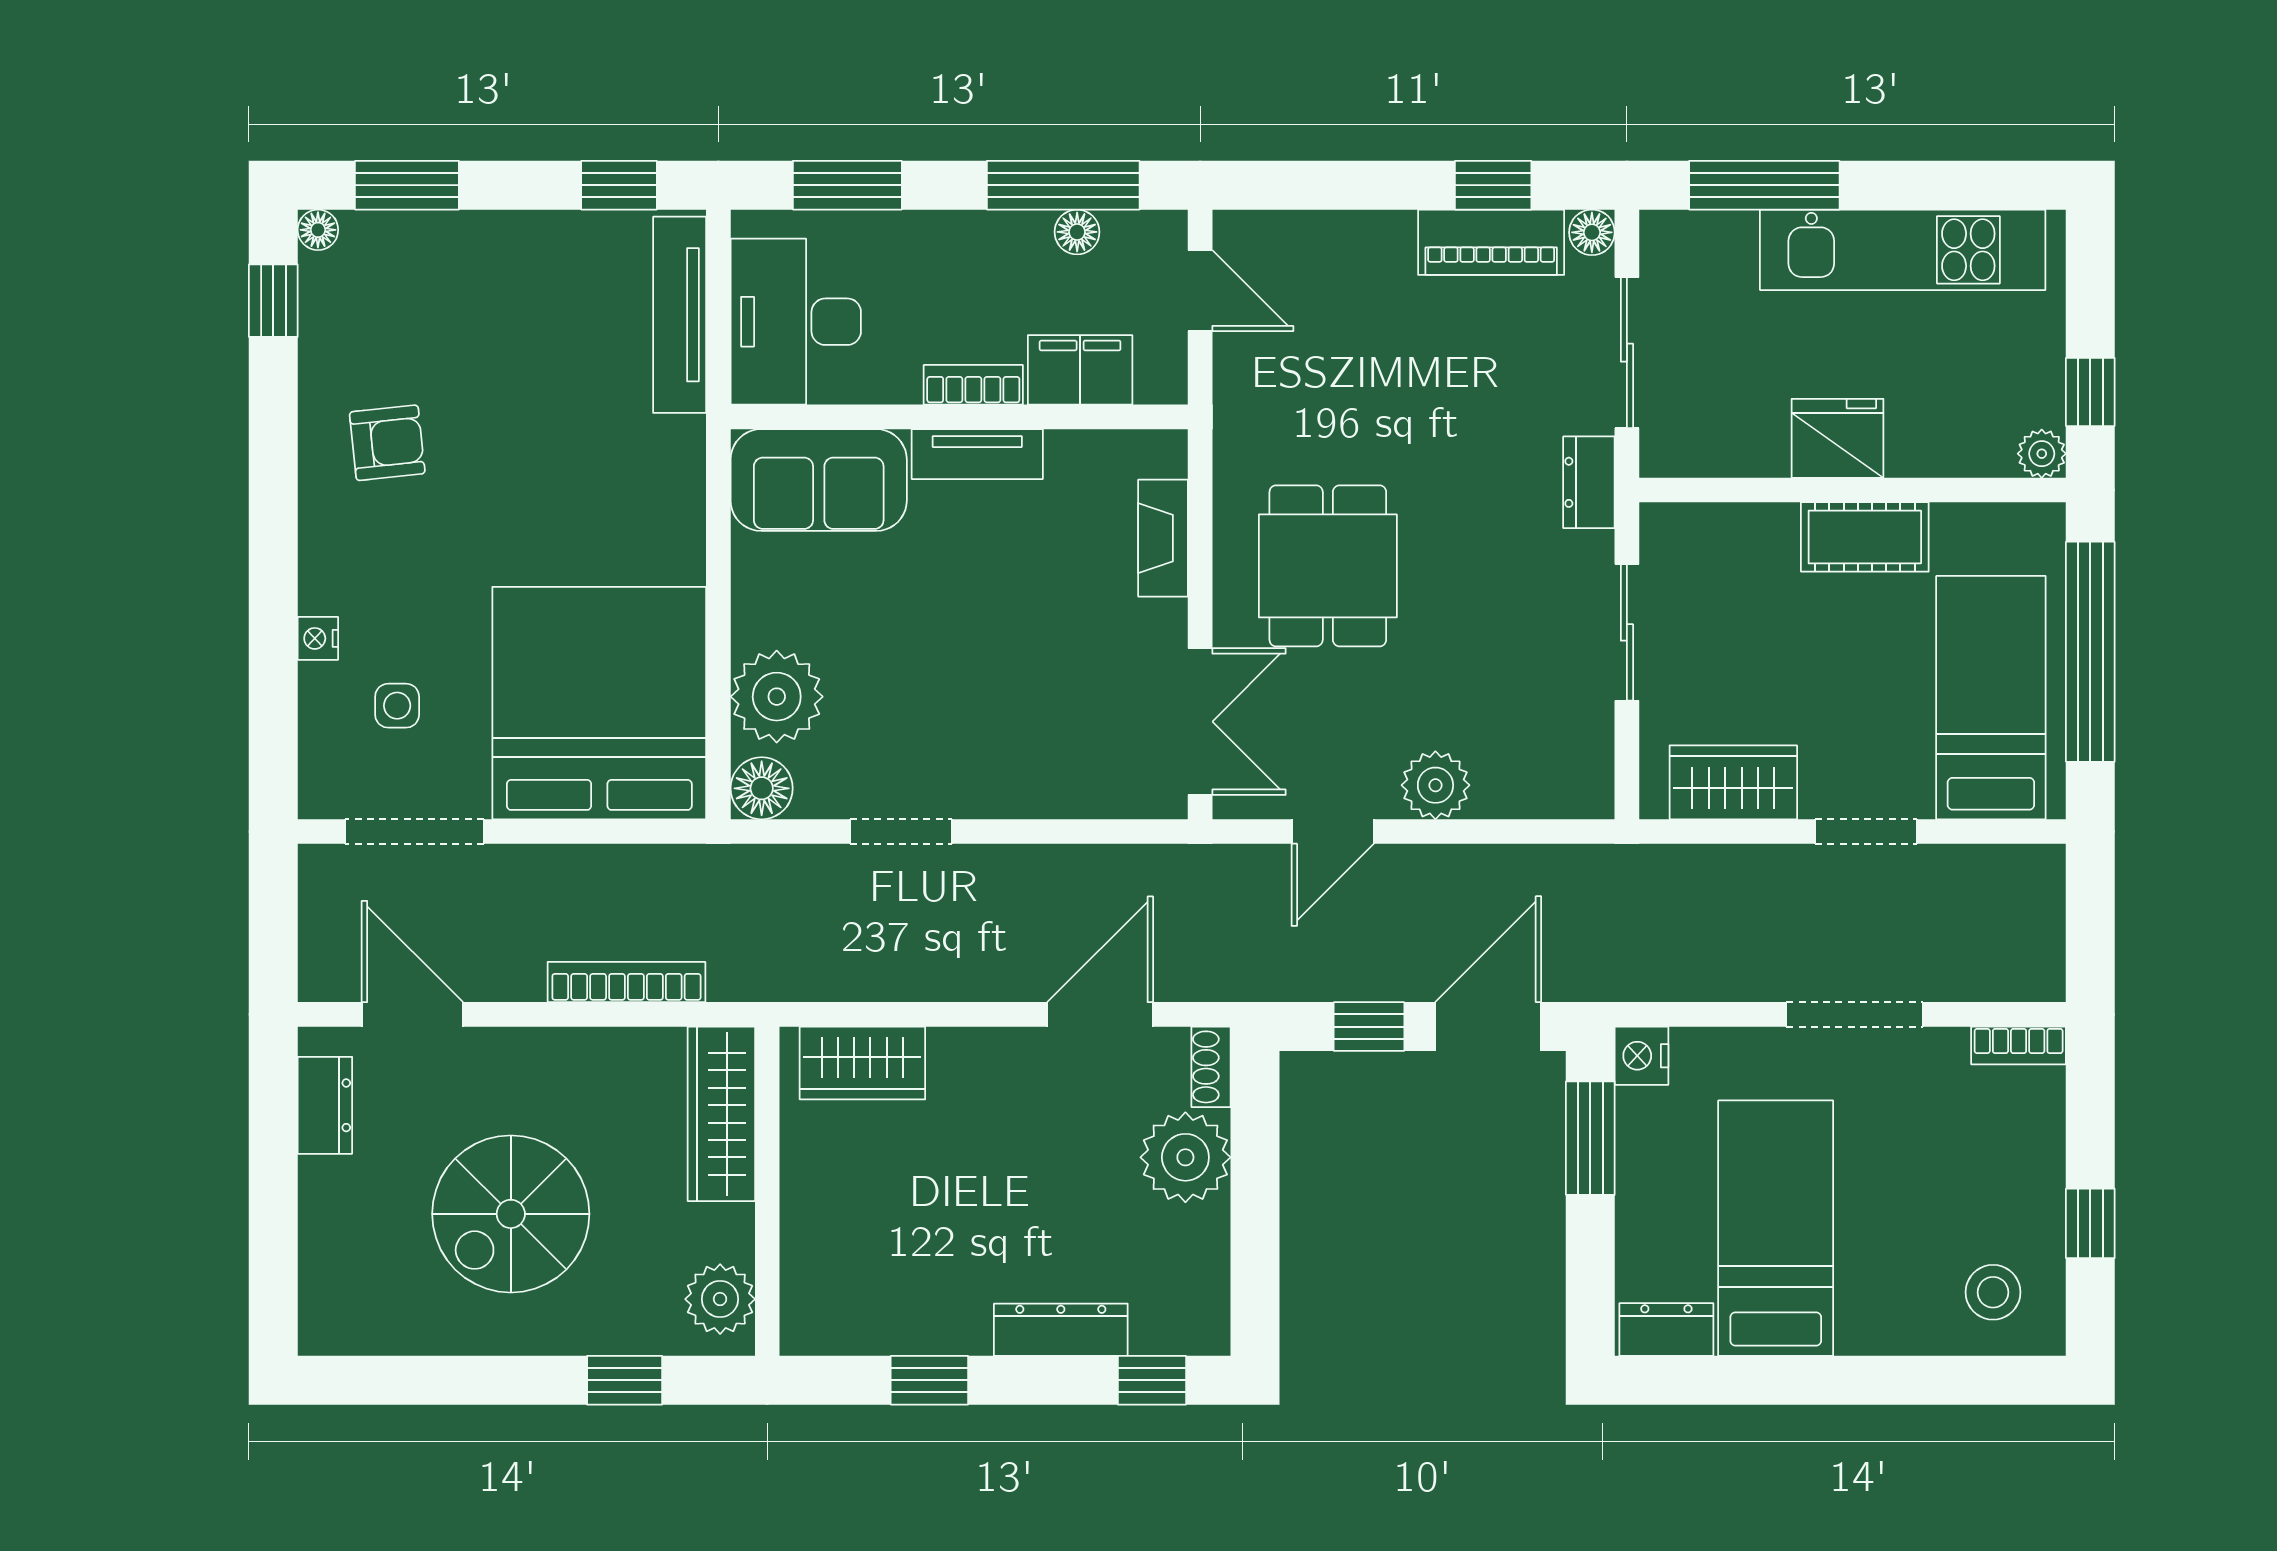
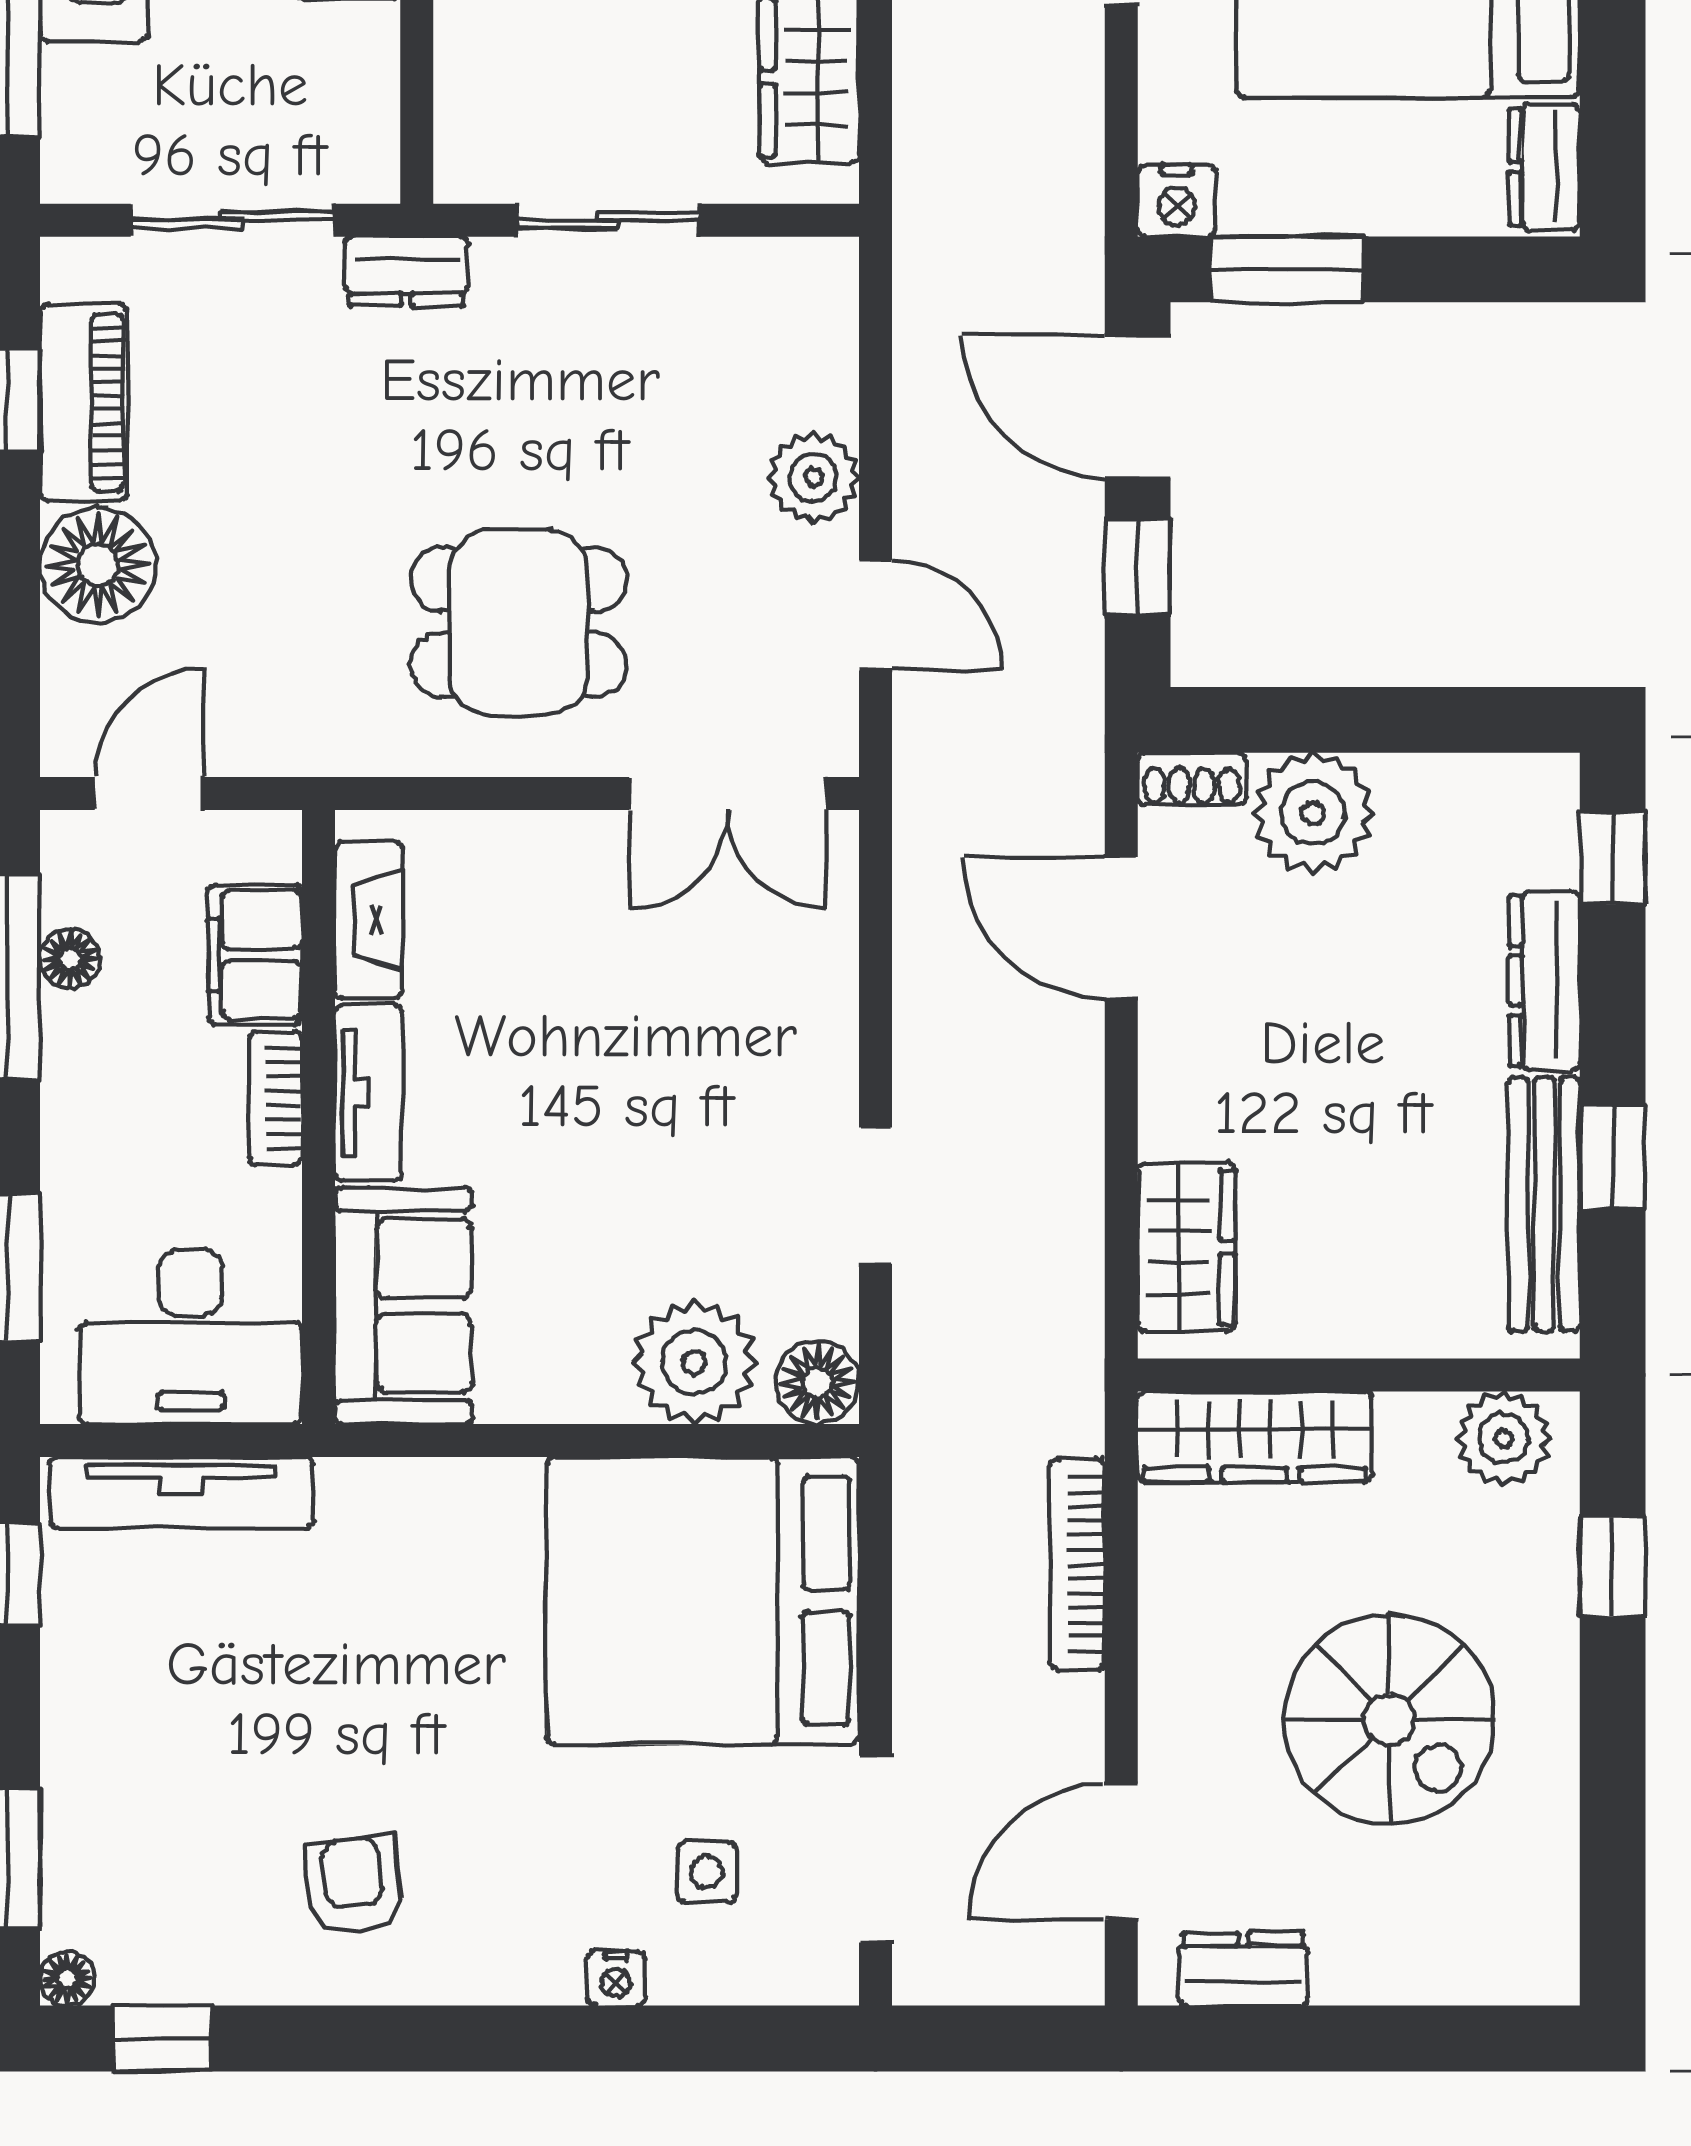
floor lamp: (1592, 232) -> (98, 565), moved, width x1.89, depth x1.89
fireplace: (1163, 538) -> (368, 920), moved, turned -90
double door: (1200, 722) -> (728, 794), swing flipped
bench: (894, 1329) -> (1544, 1204), added

